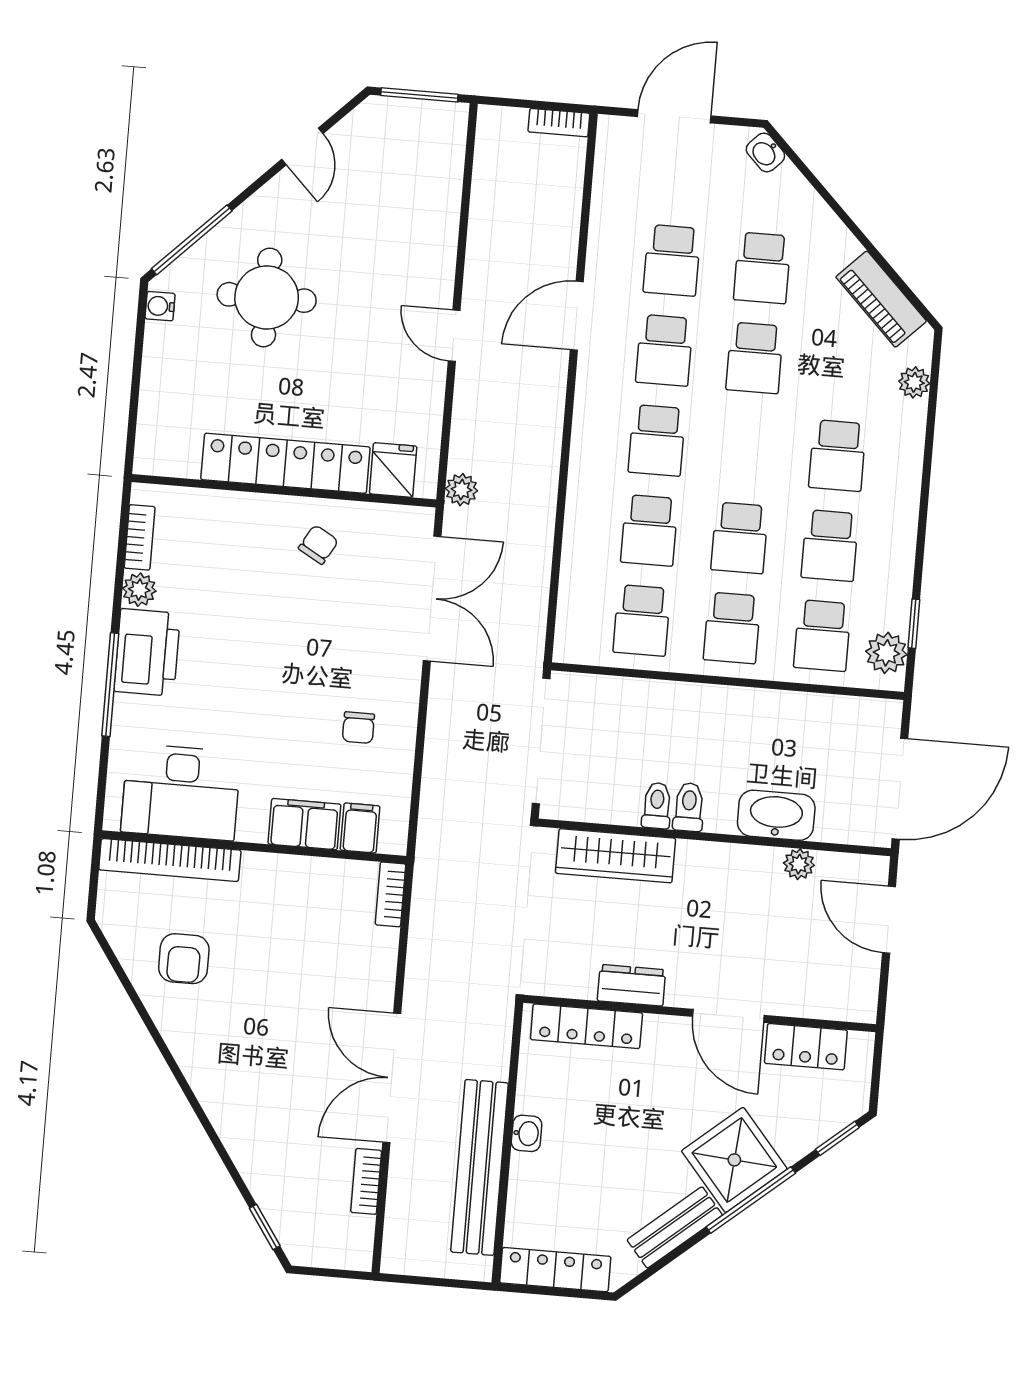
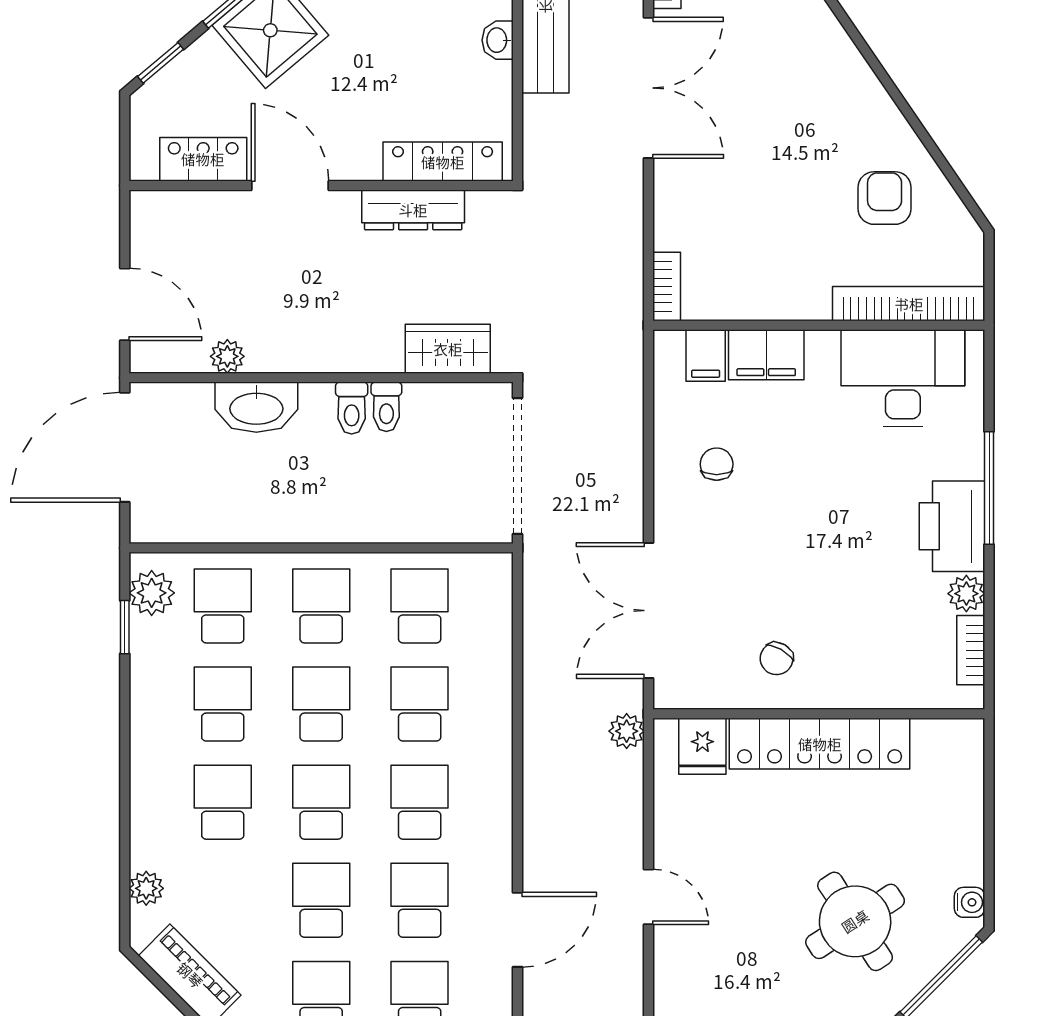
round table: (267, 297) -> (855, 921), turned -33
school desk: (747, 448) -> (321, 802), added
wardrobe: (615, 856) -> (448, 349), width x0.67
dresser: (631, 985) -> (413, 210), width x1.44

